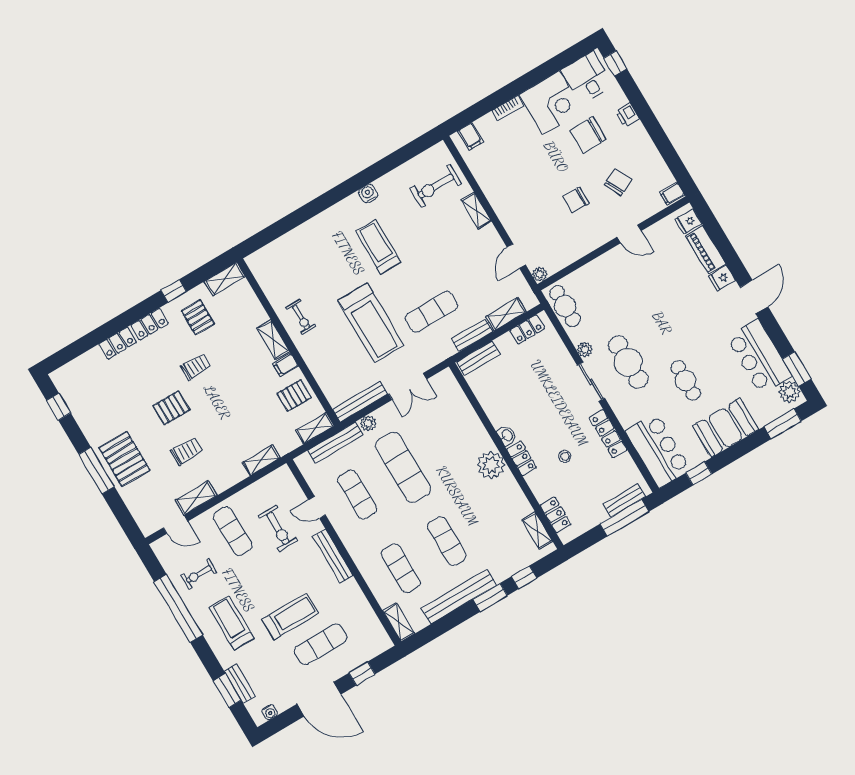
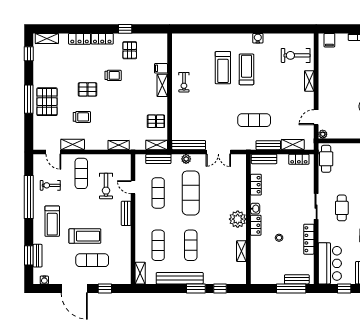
shelving: (225, 279) -> (47, 38), moved
treadmill: (371, 323) -> (223, 68), moved, width x0.73, depth x0.73
plant: (585, 349) -> (323, 188), removed
cafe table: (628, 362) -> (342, 208), width x0.73, depth x0.74
filing cabinet: (286, 365) -> (161, 68), moved
bench: (335, 443) -> (158, 159), width x0.73
locker: (555, 515) -> (256, 185), moved
shelving: (537, 531) -> (241, 251), moved
bench: (333, 556) -> (126, 213), width x0.73
treadmill: (232, 623) -> (52, 221), turned 180

